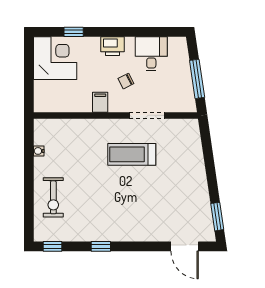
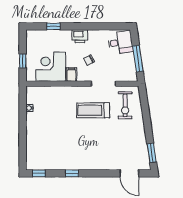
desk: (151, 54) -> (120, 42), moved, turned 82
corner desk: (55, 58) -> (51, 67), moved, turned -90
window: (29, 82) -> (23, 61), added
exercise bike: (53, 197) -> (125, 105), moved

